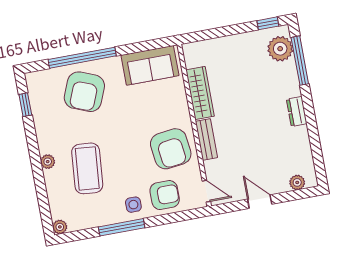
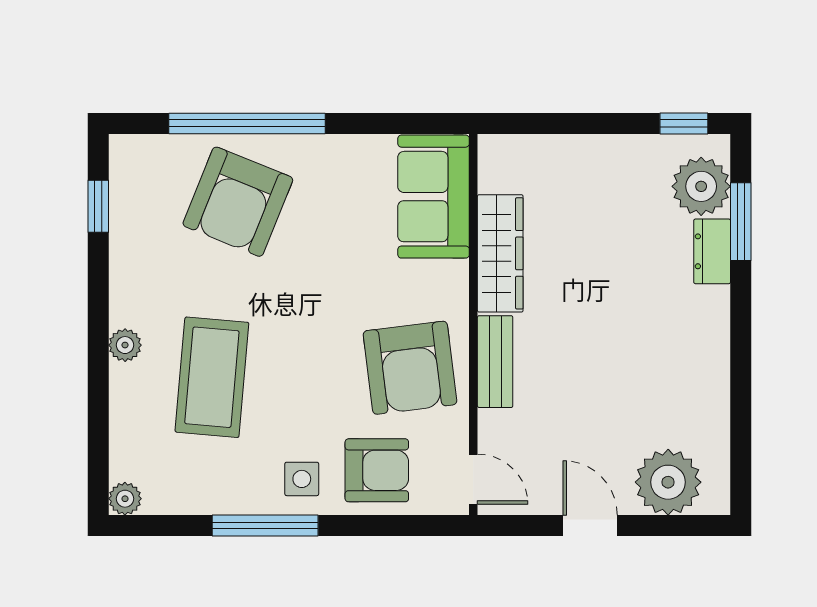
window: (300, 61) -> (741, 222), width x0.69
sofa: (150, 65) -> (434, 197), moved, turned 90
dresser: (297, 111) -> (712, 251), moved
plant: (297, 182) -> (668, 482), width x1.88, depth x1.88

